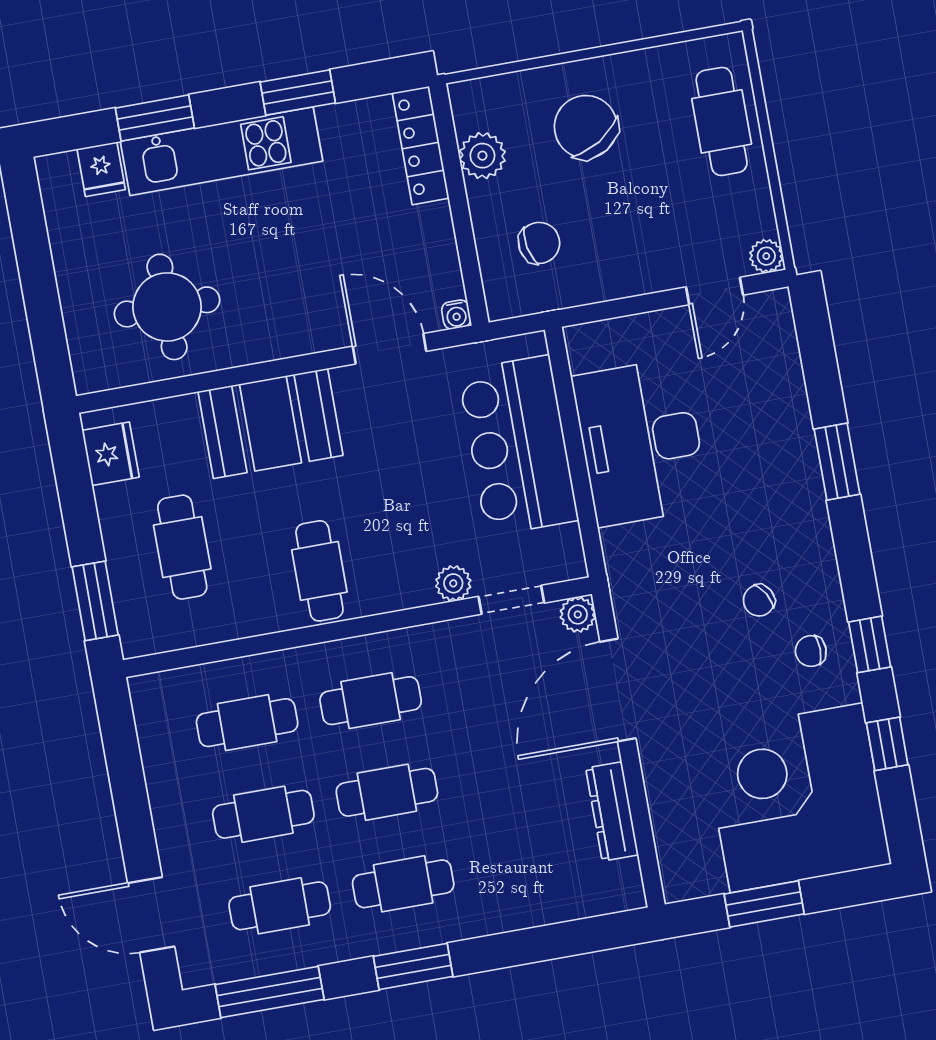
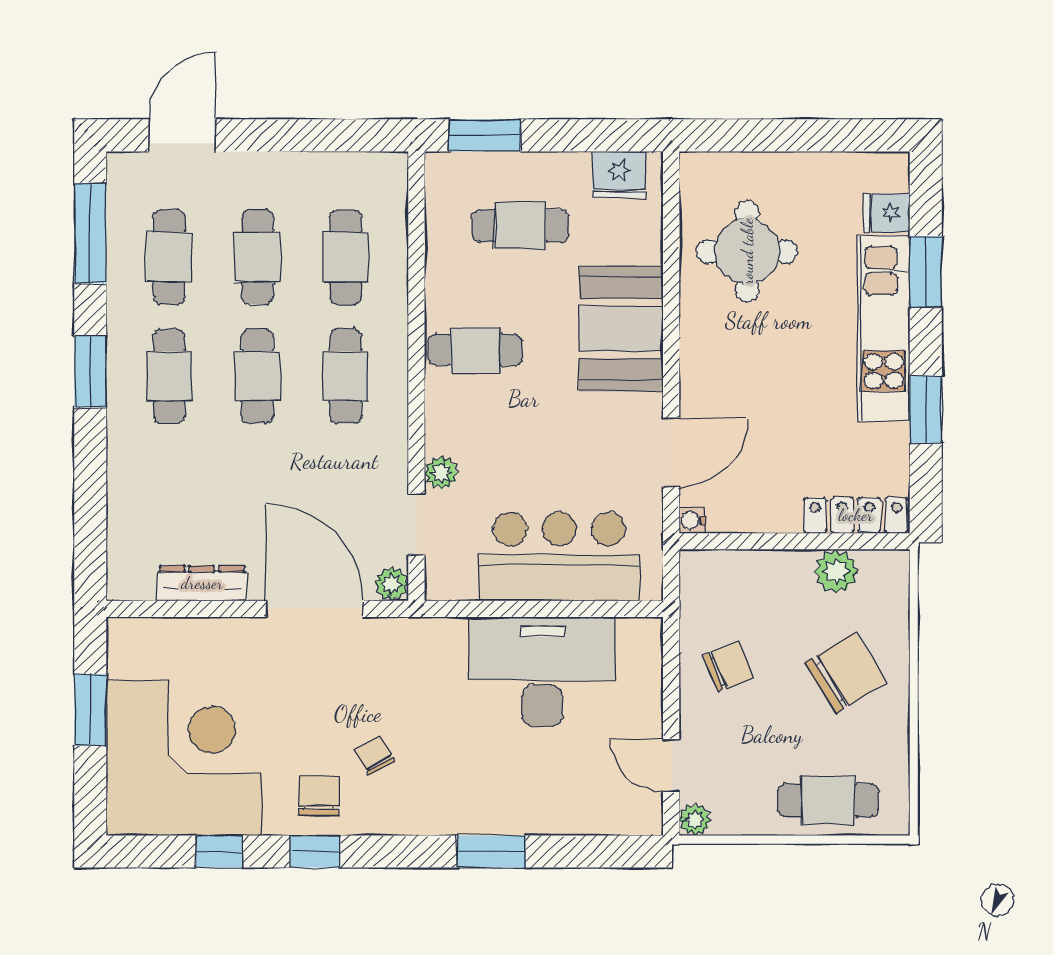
chair: (539, 243) -> (728, 667), moved, turned -101
chair: (811, 651) -> (319, 796), width x1.37, depth x1.37

